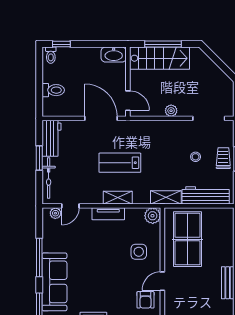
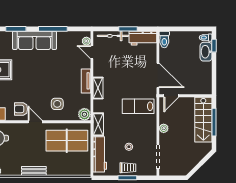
washbasin: (114, 55) -> (206, 52), moved
toilet: (53, 90) -> (164, 39), moved
door: (101, 118) -> (158, 75), hinge flipped
lab bench: (120, 163) -> (138, 106), moved, turned -90

